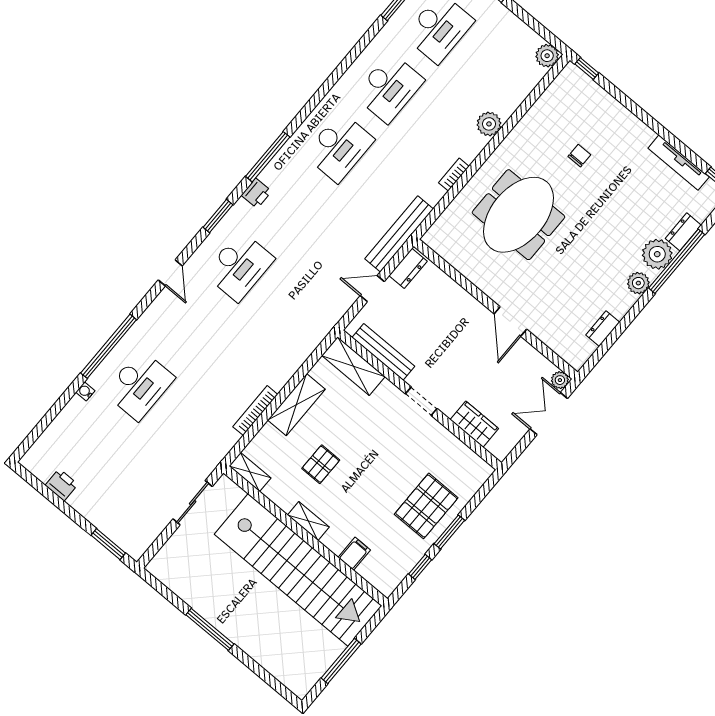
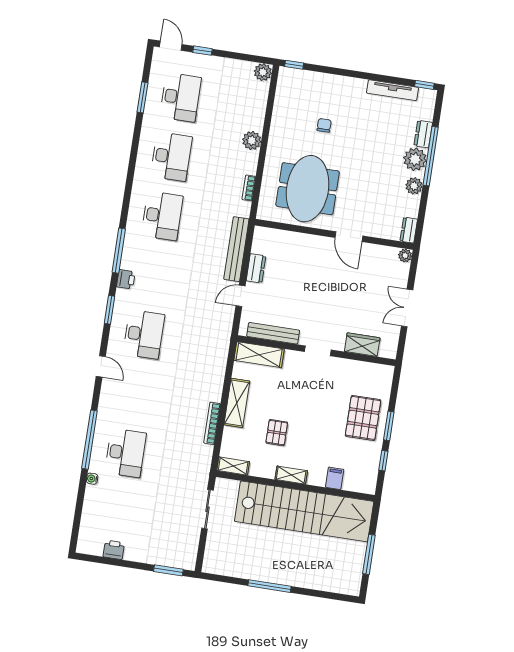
wall: (496, 309) -> (334, 234), moved
door: (510, 322) -> (349, 237), moved
plant: (560, 380) -> (405, 256), moved

